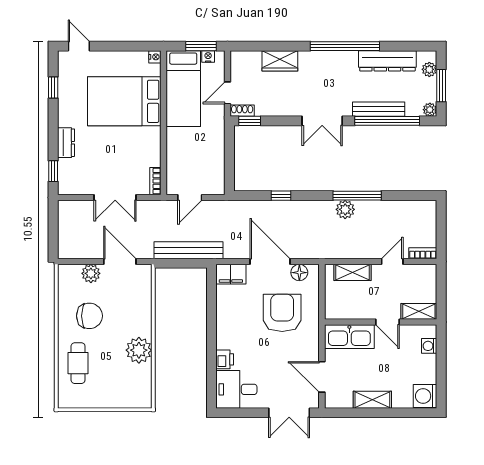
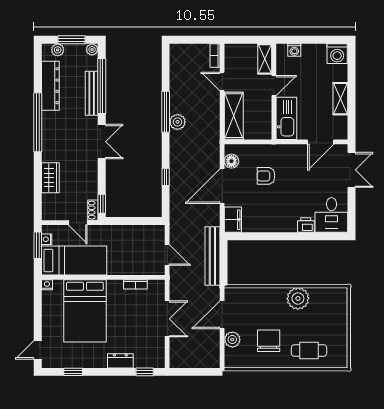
bookcase: (155, 181) -> (135, 284), moved
shelving: (352, 272) -> (234, 116), width x1.50, depth x1.33
armchair: (282, 313) -> (266, 176), width x0.53, depth x0.53

